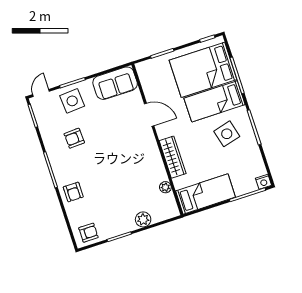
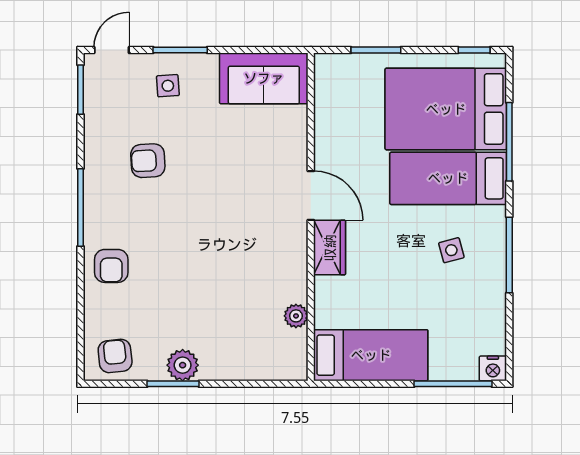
side table: (72, 101) -> (168, 86), width x0.54, depth x0.54
door: (149, 115) -> (311, 195), moved
side table: (227, 134) -> (451, 250), width x0.54, depth x0.54
wardrobe: (173, 157) -> (330, 248), width x0.67
plant: (143, 219) -> (183, 365), moved
armchair: (88, 233) -> (115, 356), turned -96

